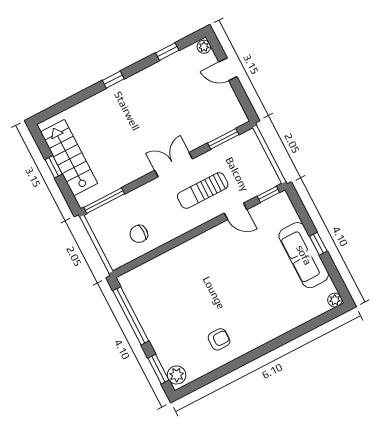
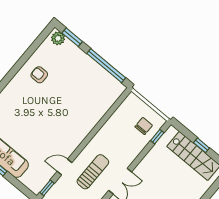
window: (104, 201) -> (157, 137), width x0.46
chair: (139, 234) -> (144, 126), moved
armchair: (219, 339) -> (39, 75), turned 90

